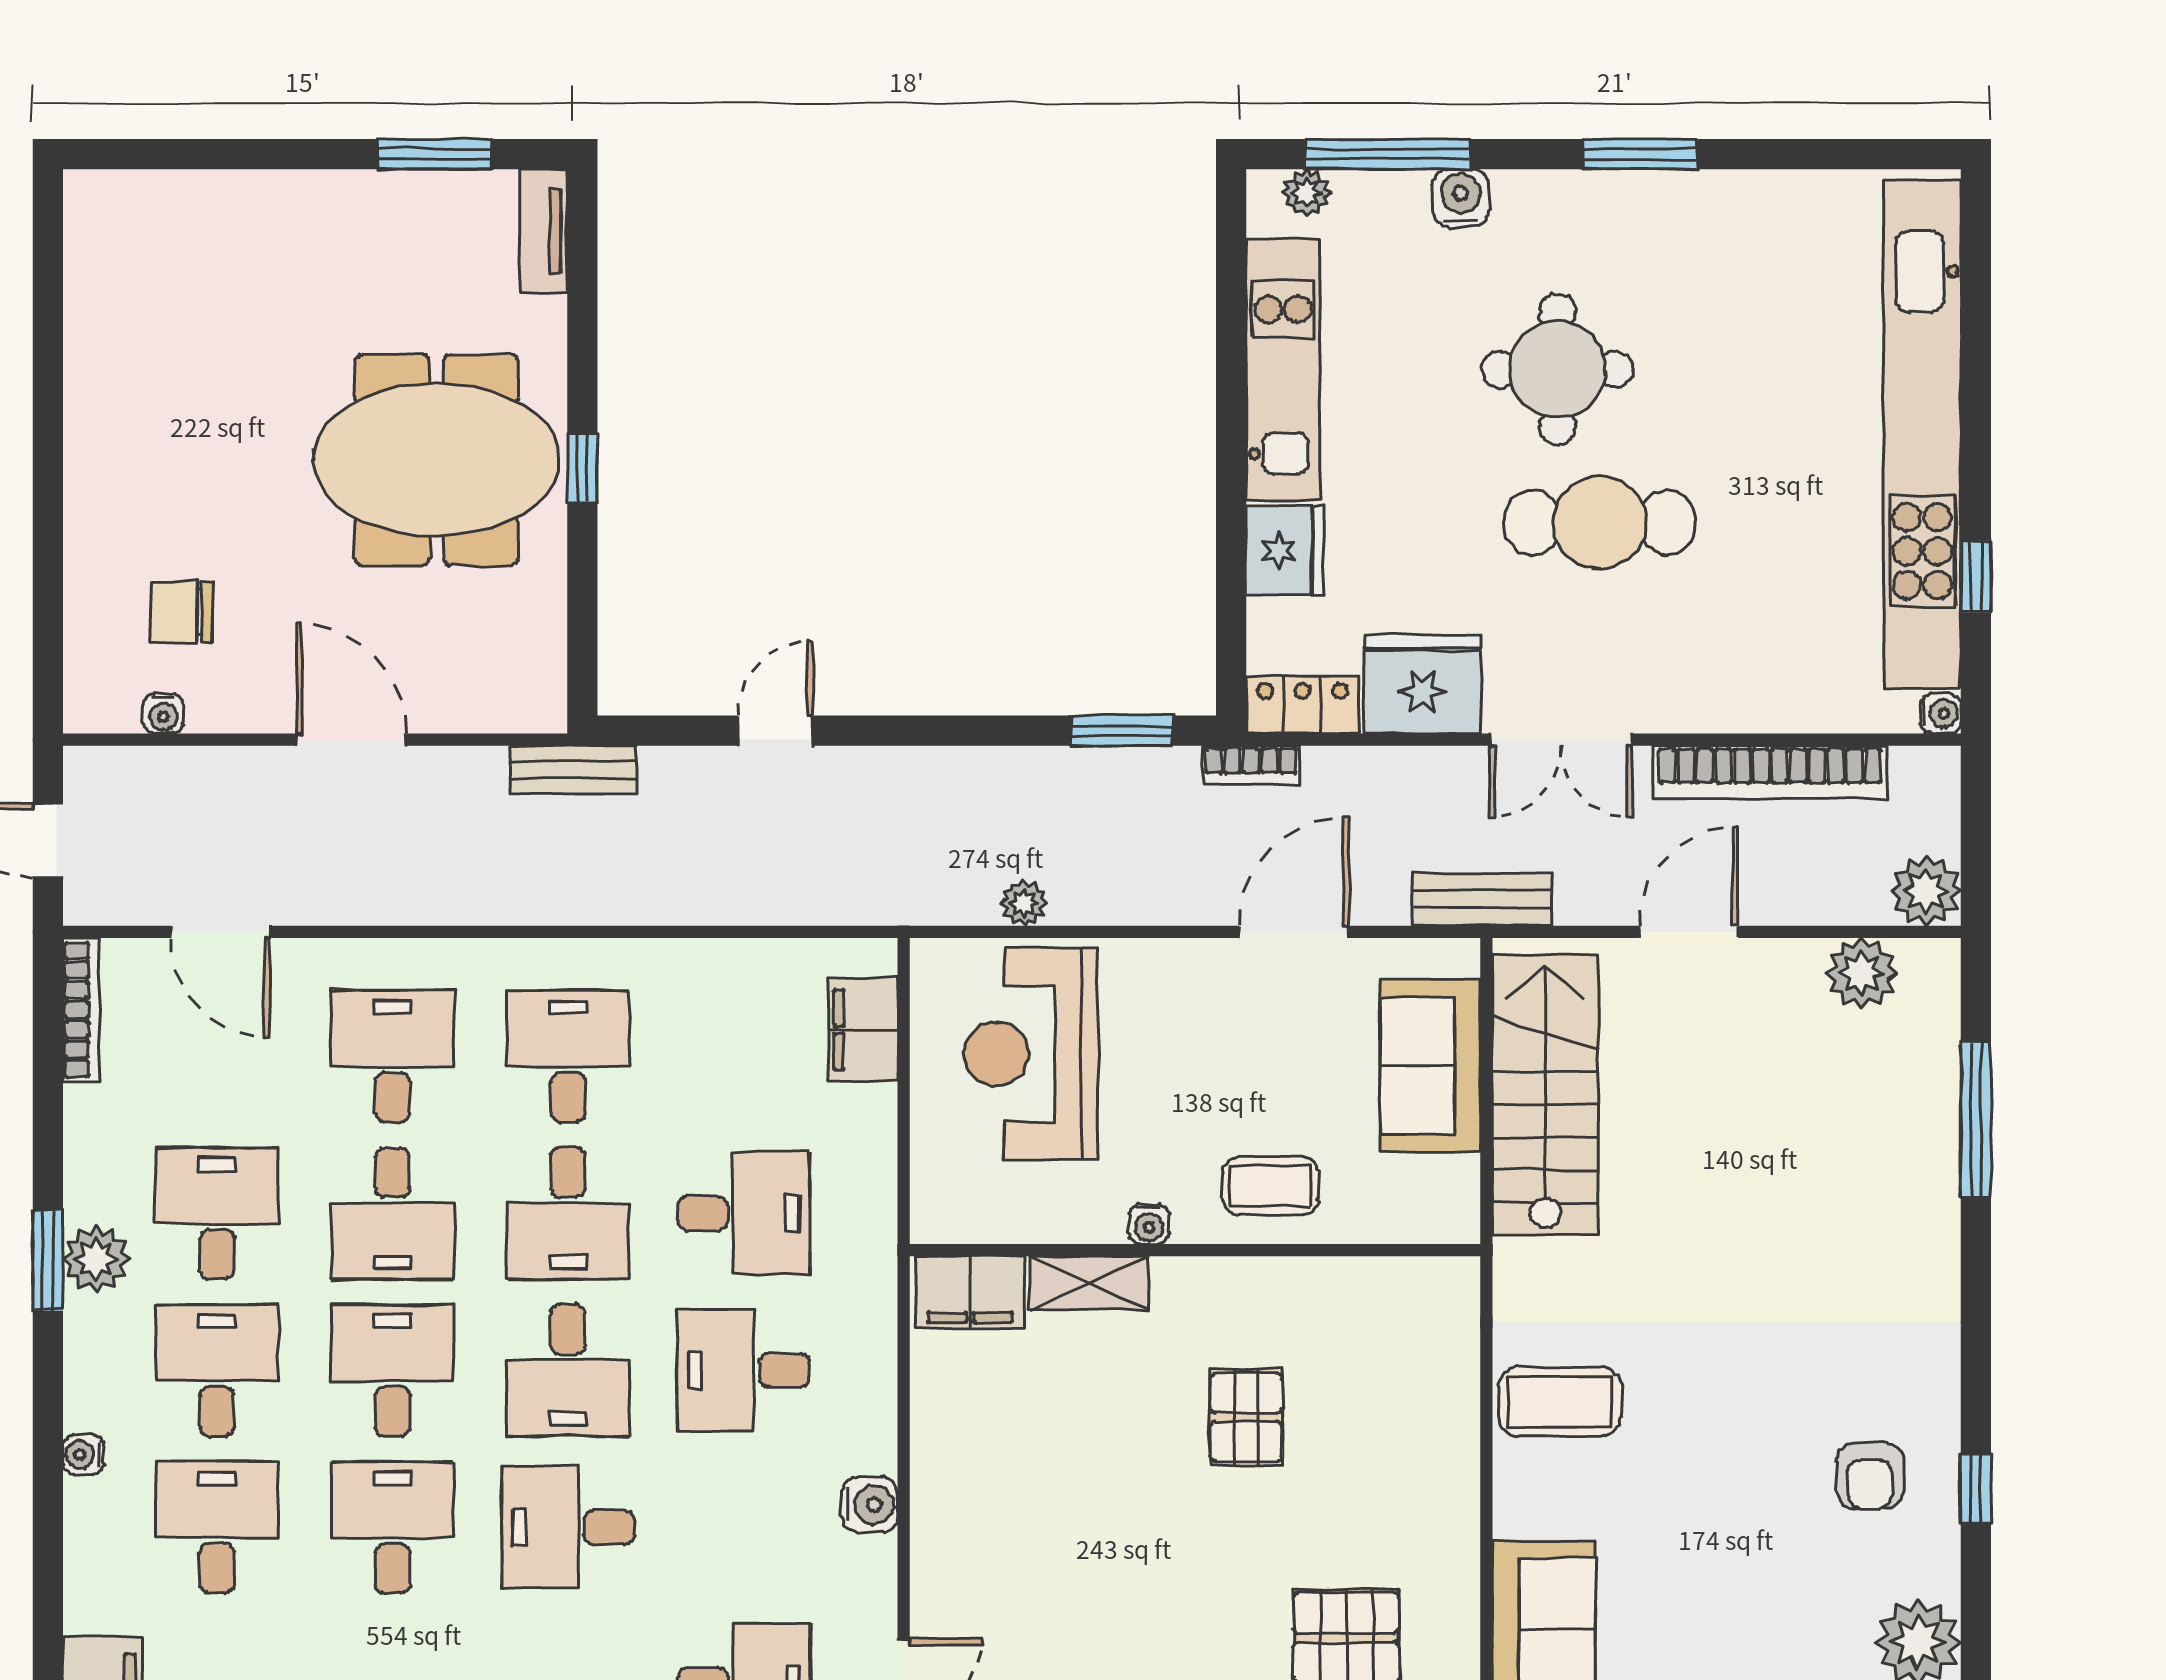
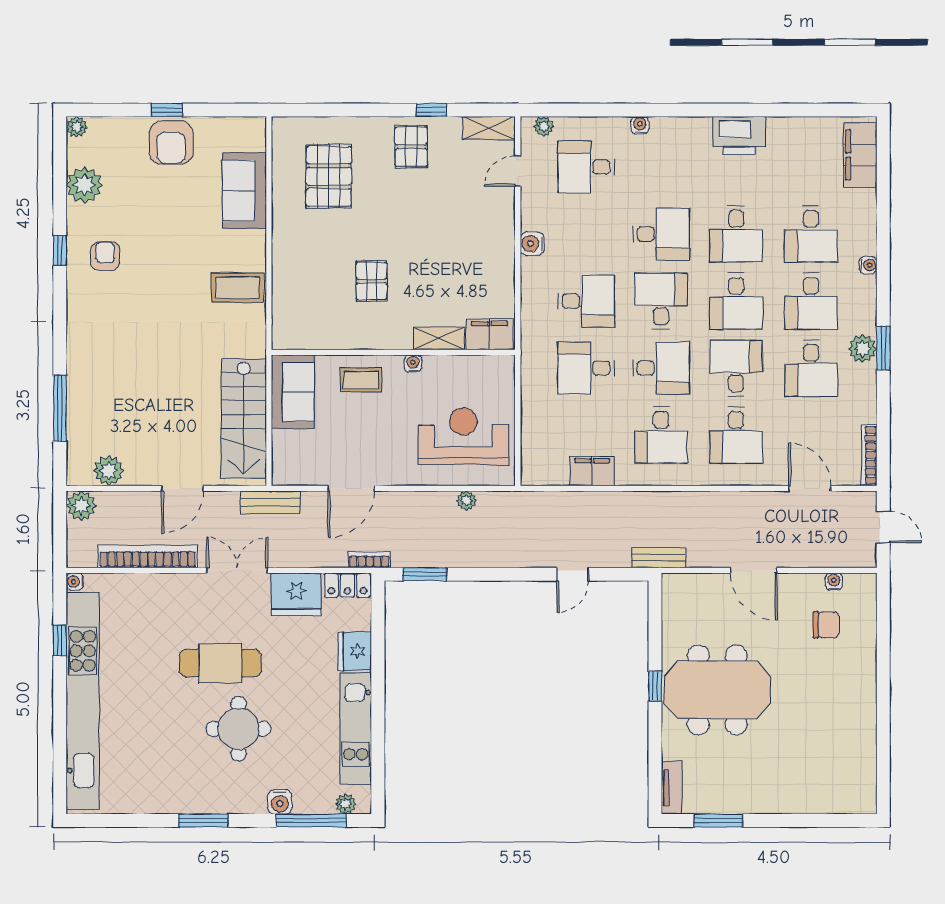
filing cabinet: (863, 1030) -> (592, 471), moved, turned -90
reception desk: (1031, 1054) -> (463, 436), turned -90
sofa: (1430, 1066) -> (293, 392), moved
desk: (568, 1213) -> (661, 368), turned 90

